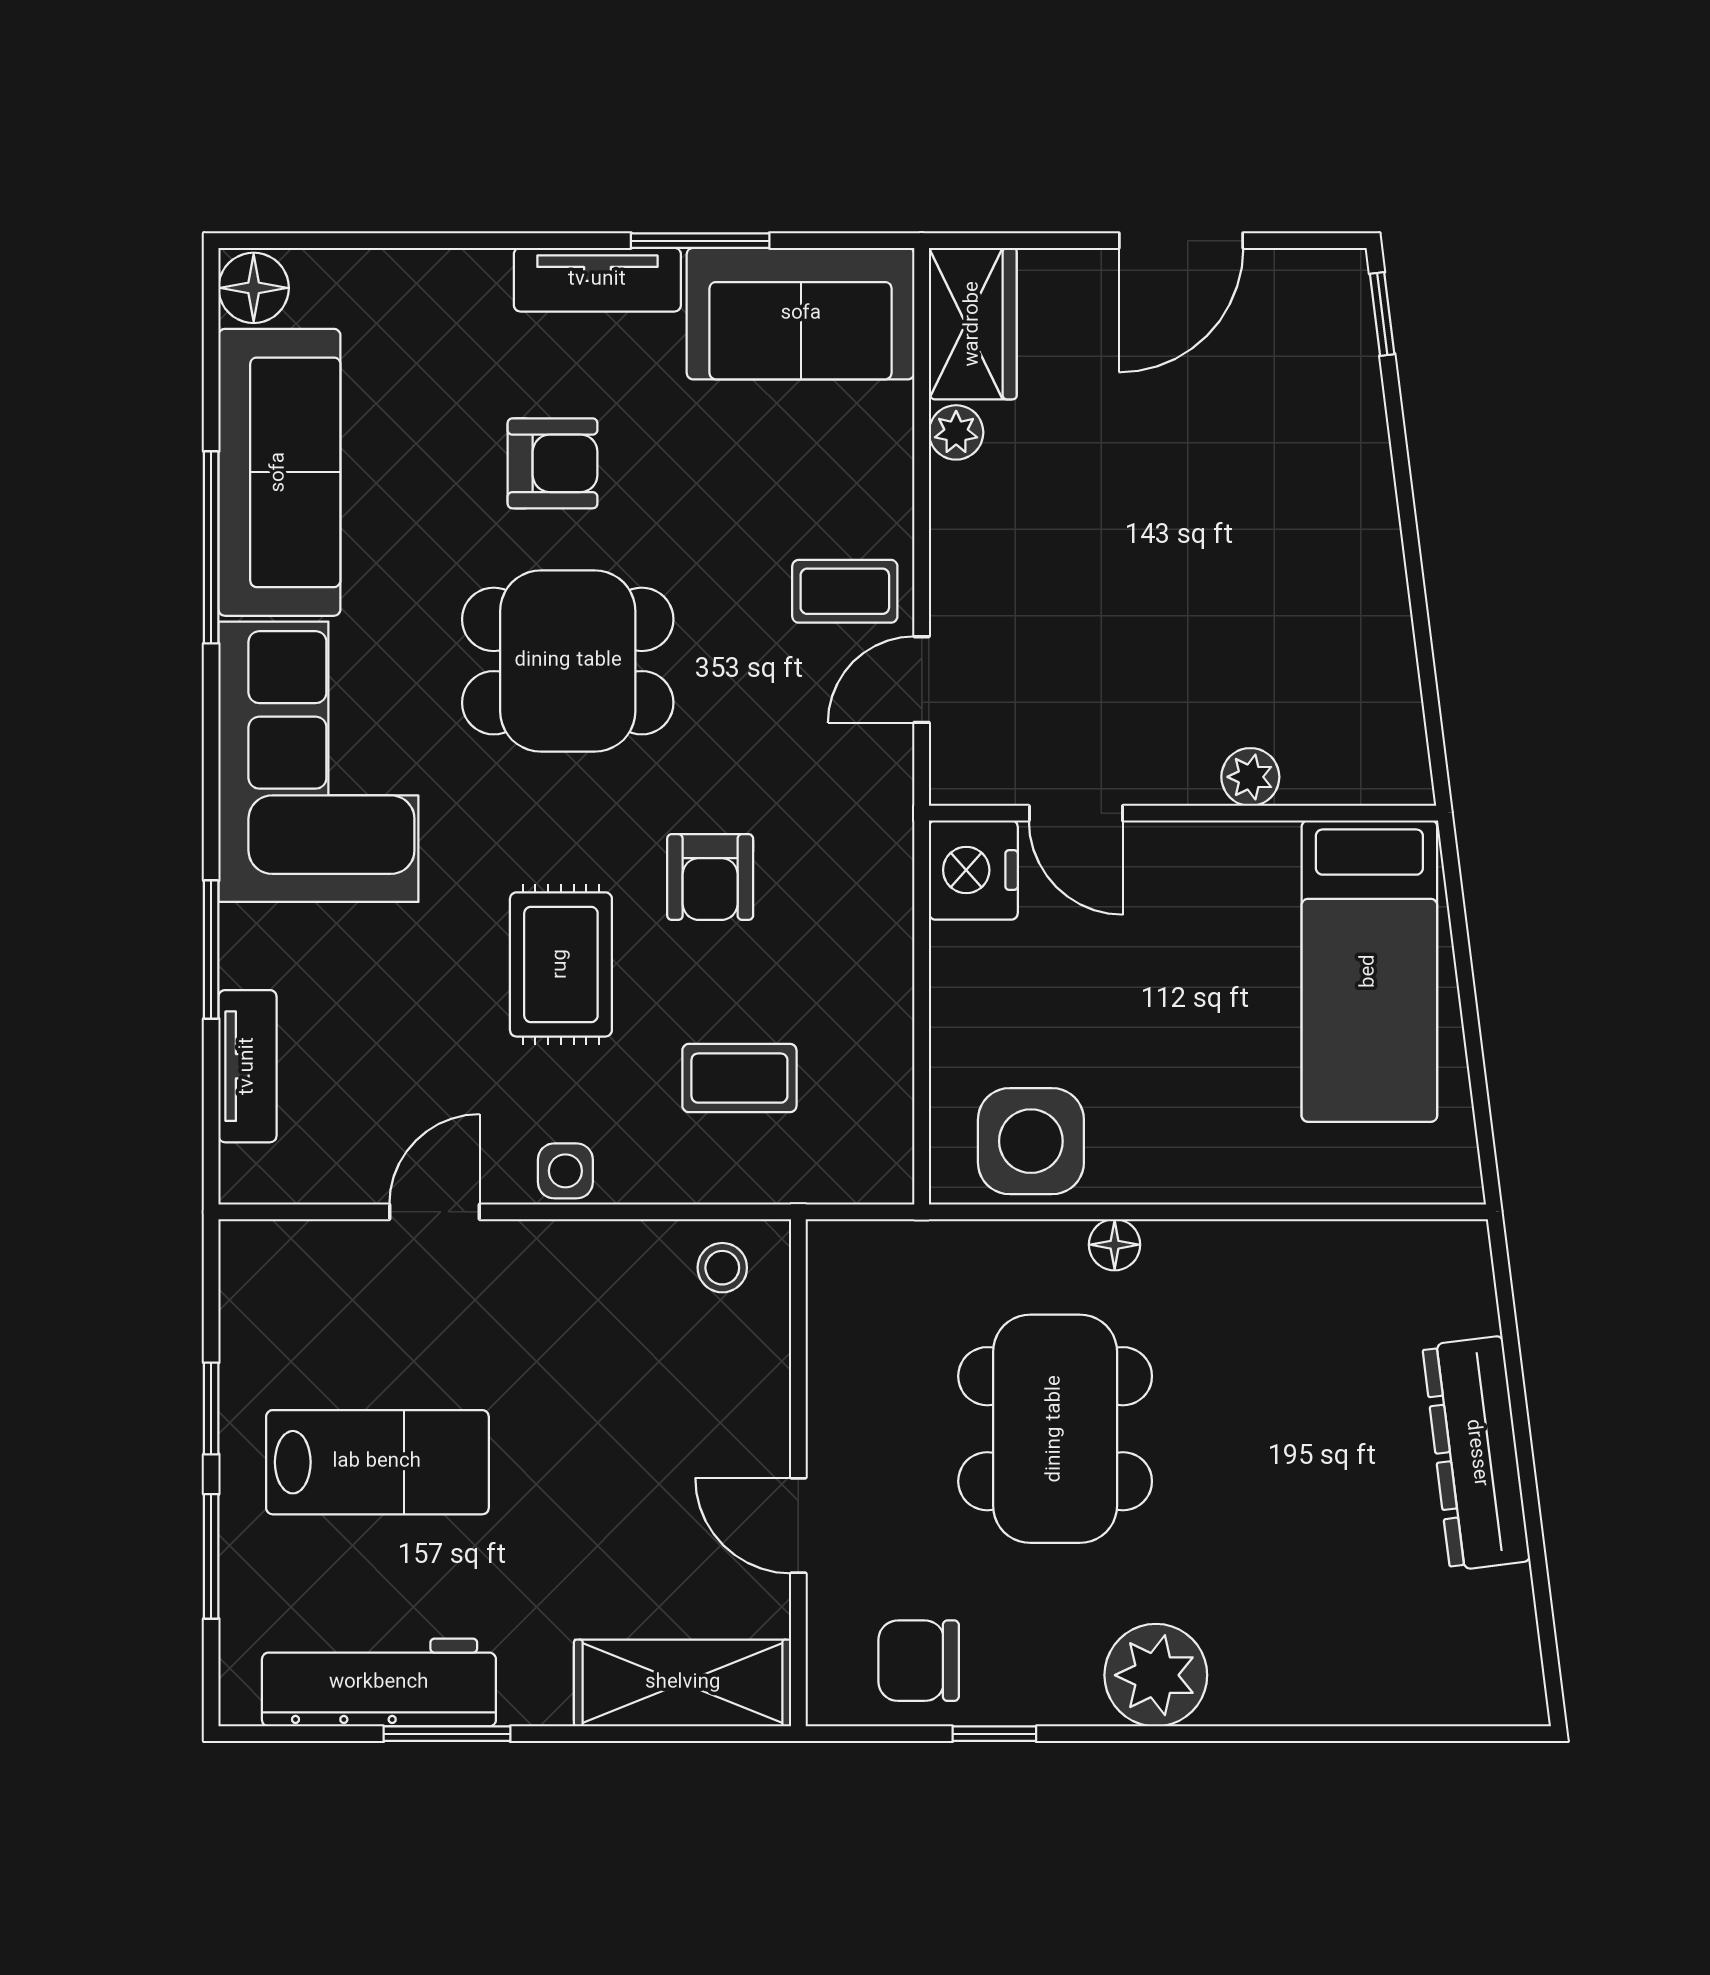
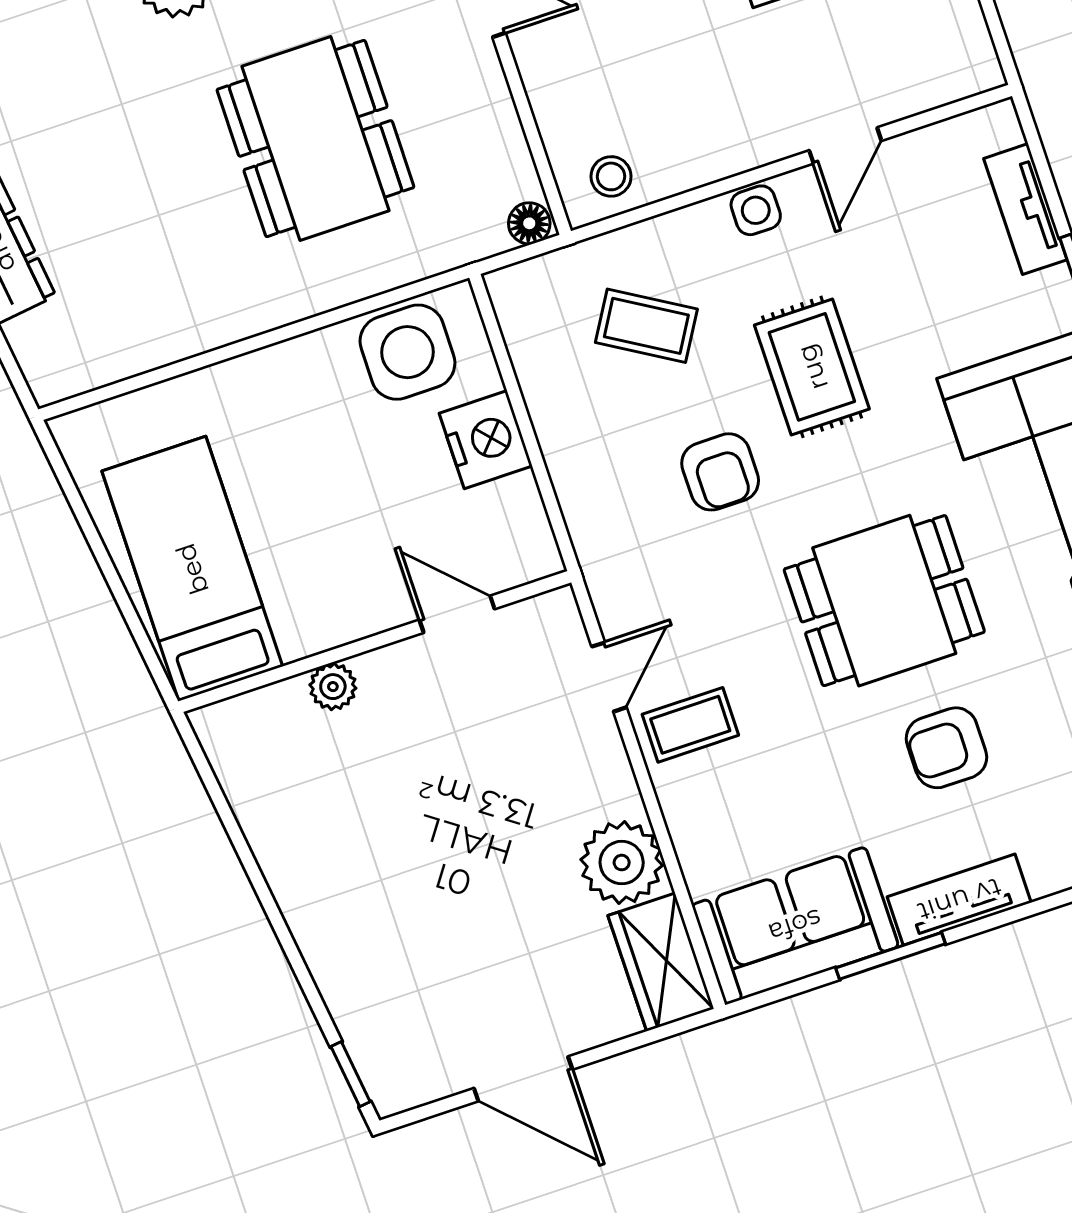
door: (1181, 241) -> (523, 1079), swing flipped
plant: (956, 432) -> (622, 863), width x1.88, depth x1.88
nightstand: (973, 870) -> (486, 440), moved
armchair: (710, 877) -> (720, 472), turned 180
coffee table: (739, 1078) -> (646, 326), turned 31
floor lamp: (1115, 1245) -> (529, 223), moved

